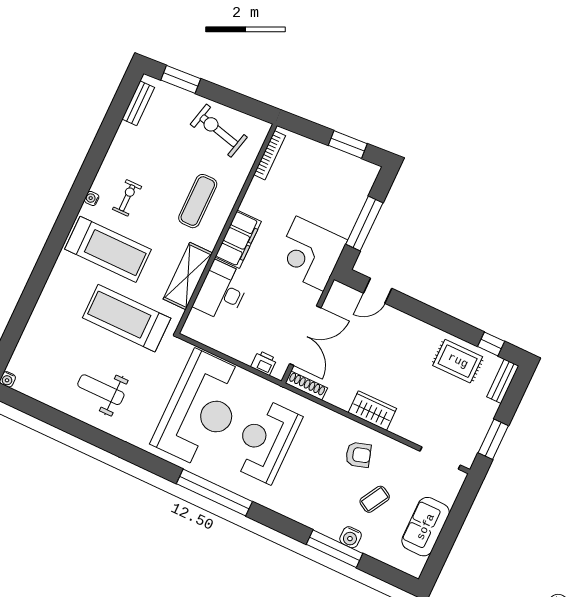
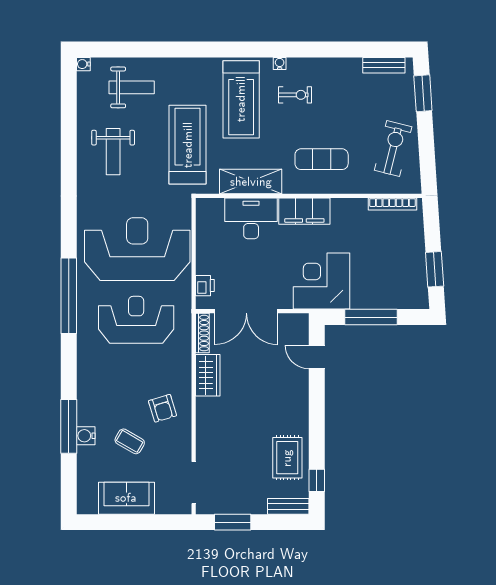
weight bench: (50, 345) -> (132, 87), added
weight bench: (101, 390) -> (113, 152), turned 180
reception desk: (201, 409) -> (137, 249), turned 180
wardrobe: (372, 411) -> (208, 375), moved

